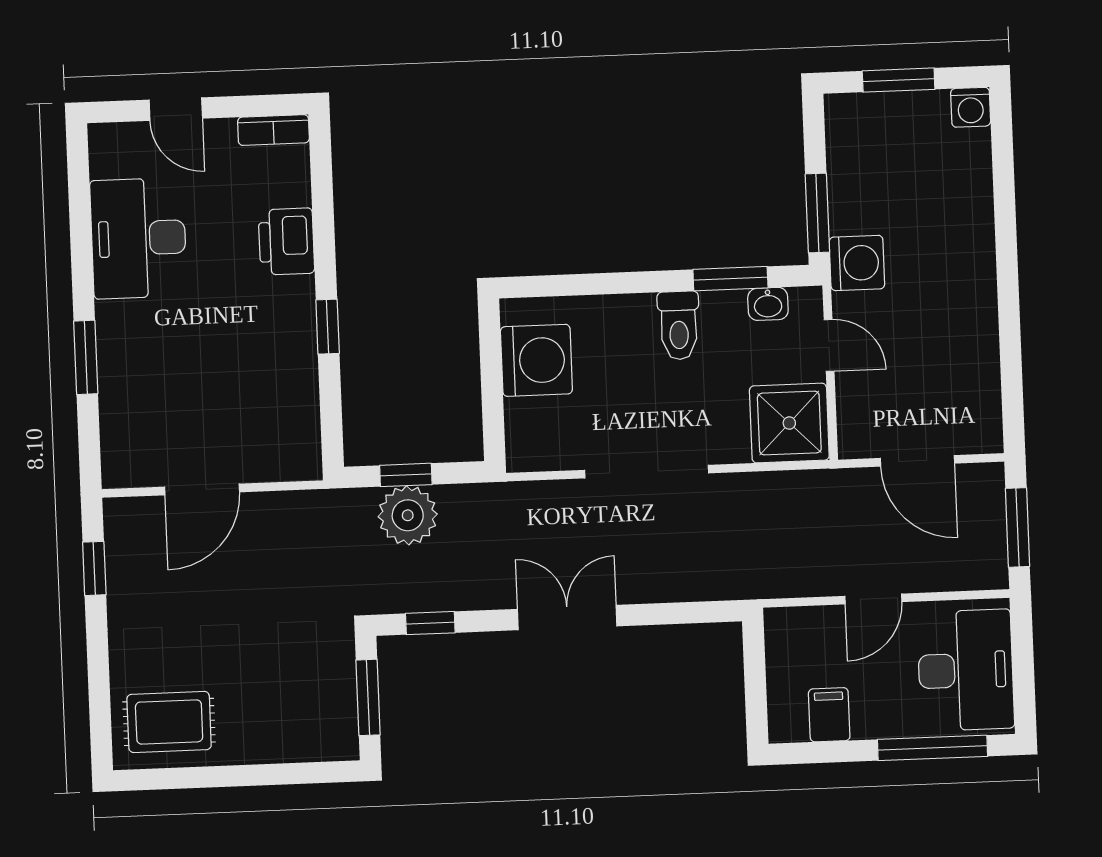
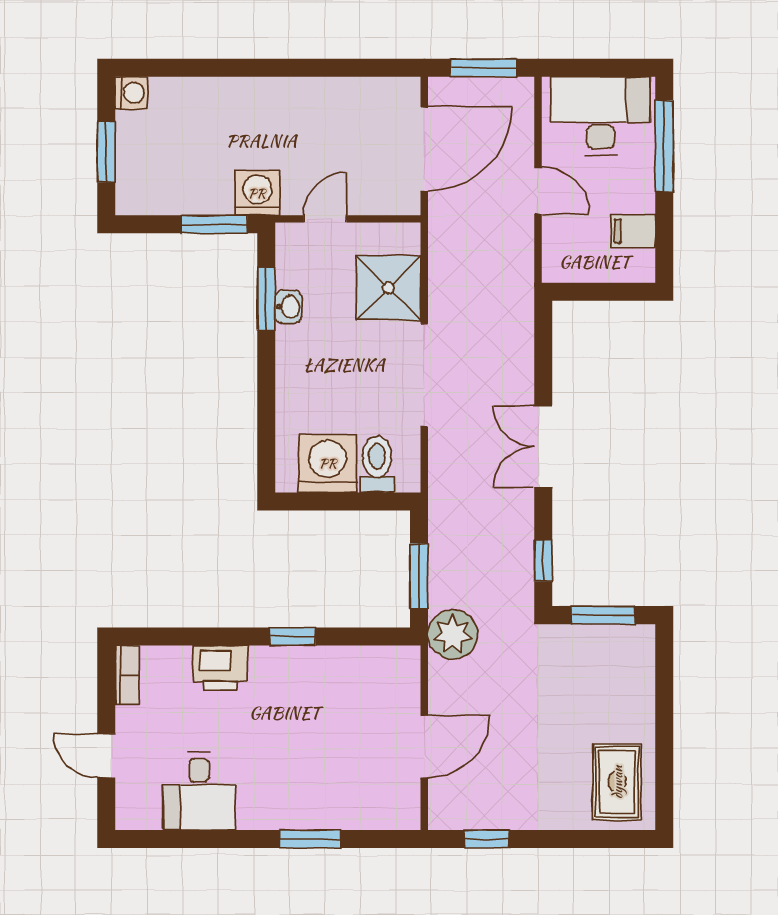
door: (176, 109) -> (106, 756), swing flipped
desk: (138, 238) -> (199, 791), width x0.73
washbasin: (768, 304) -> (289, 307), moved
toilet: (679, 325) -> (377, 464), moved, turned -90
shower: (789, 423) -> (389, 288), moved
door: (917, 461) -> (424, 149), width x1.36
window: (406, 475) -> (419, 576), width x1.50
door: (202, 490) -> (424, 747), hinge flipped
plant: (408, 515) -> (453, 634), moved

